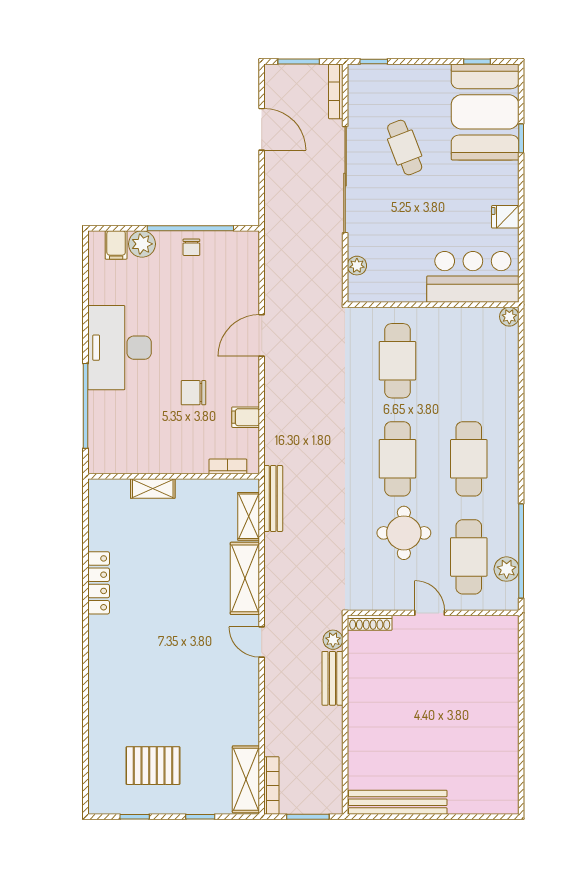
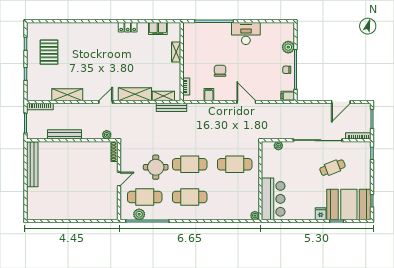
fridge: (505, 217) -> (321, 214), moved
filing cabinet: (116, 245) -> (288, 96), moved
desk: (120, 348) -> (246, 33), width x0.73, depth x0.77
filing cabinet: (101, 528) -> (158, 28), added
locker: (99, 583) -> (128, 27), width x0.66
bench: (332, 678) -> (64, 134), moved, width x1.36
shelving: (246, 779) -> (67, 95), moved

